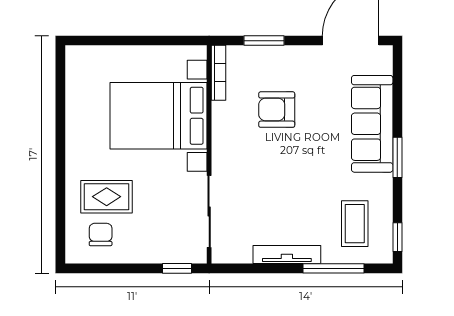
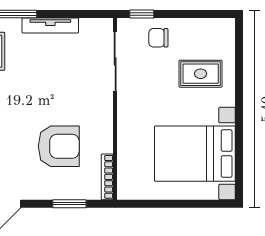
armchair: (277, 110) -> (59, 146), width x1.36, depth x1.36
bed with nightstands: (159, 116) -> (195, 154), moved, turned 180
chair: (101, 234) -> (158, 38), moved, turned 90

